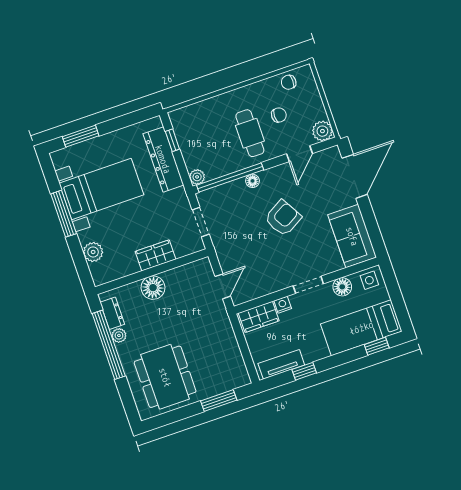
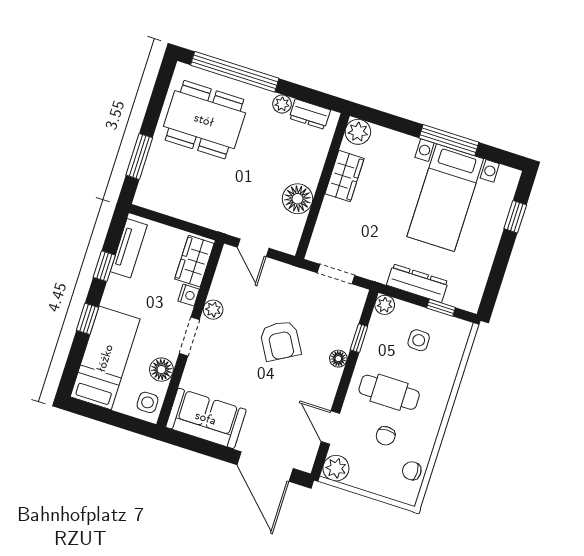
chair: (289, 82) -> (412, 471), turned -90
window: (81, 136) -> (515, 217), width x0.67
side table: (203, 139) -> (419, 340), added
dresser: (163, 159) -> (417, 283), width x0.73, depth x0.80
window: (230, 178) -> (359, 338), width x0.32
armchair: (283, 218) -> (280, 341), moved
plant: (93, 252) -> (358, 132), moved
wardrobe: (155, 255) -> (345, 176), moved
plant: (280, 282) -> (213, 310), added
floor lamp: (153, 288) -> (298, 199), moved
window: (109, 345) -> (235, 72), moved
window: (377, 346) -> (87, 319), moved

